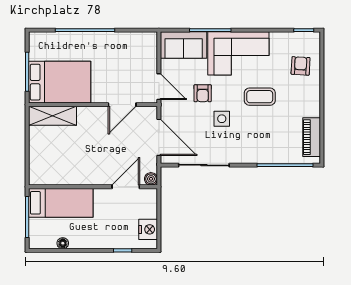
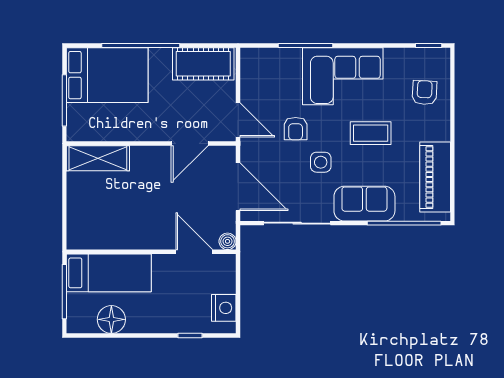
cot: (133, 44) -> (203, 64), added
sofa: (184, 45) -> (364, 204), moved, turned 180
bed: (60, 82) -> (107, 75), moved
piano: (312, 137) -> (435, 177), width x1.37, depth x1.33
door: (126, 187) -> (194, 252), hinge flipped
floor lamp: (63, 243) -> (111, 319), width x1.89, depth x1.89

